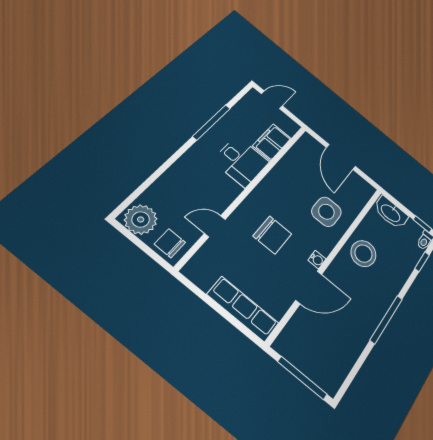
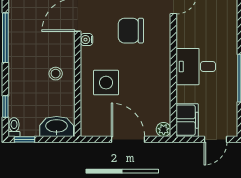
plant: (307, 140) -> (164, 130), added
filing cabinet: (272, 142) -> (187, 120), moved
stool: (363, 254) -> (56, 74), width x0.53, depth x0.53

